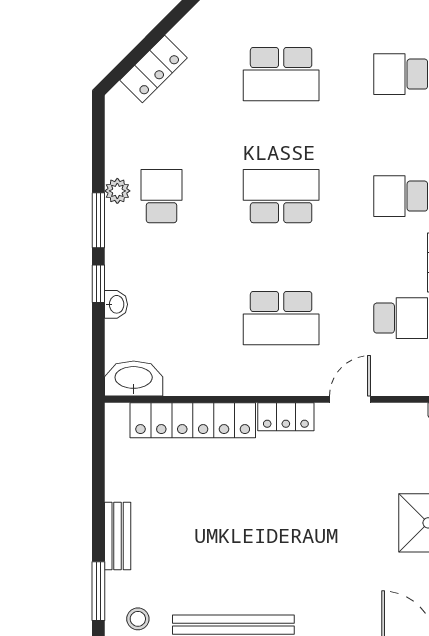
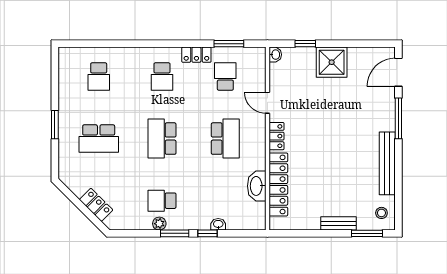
school desk: (281, 74) -> (99, 139), turned 90
washbasin: (134, 379) -> (257, 186), moved

